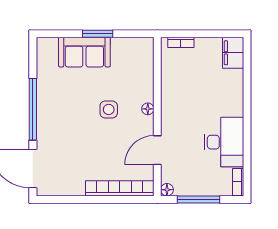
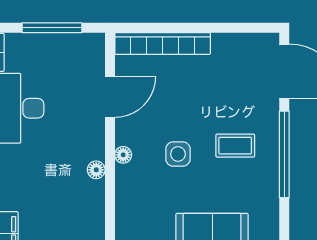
coffee table: (68, 115) -> (235, 146), added
floor lamp: (167, 190) -> (96, 170), moved

